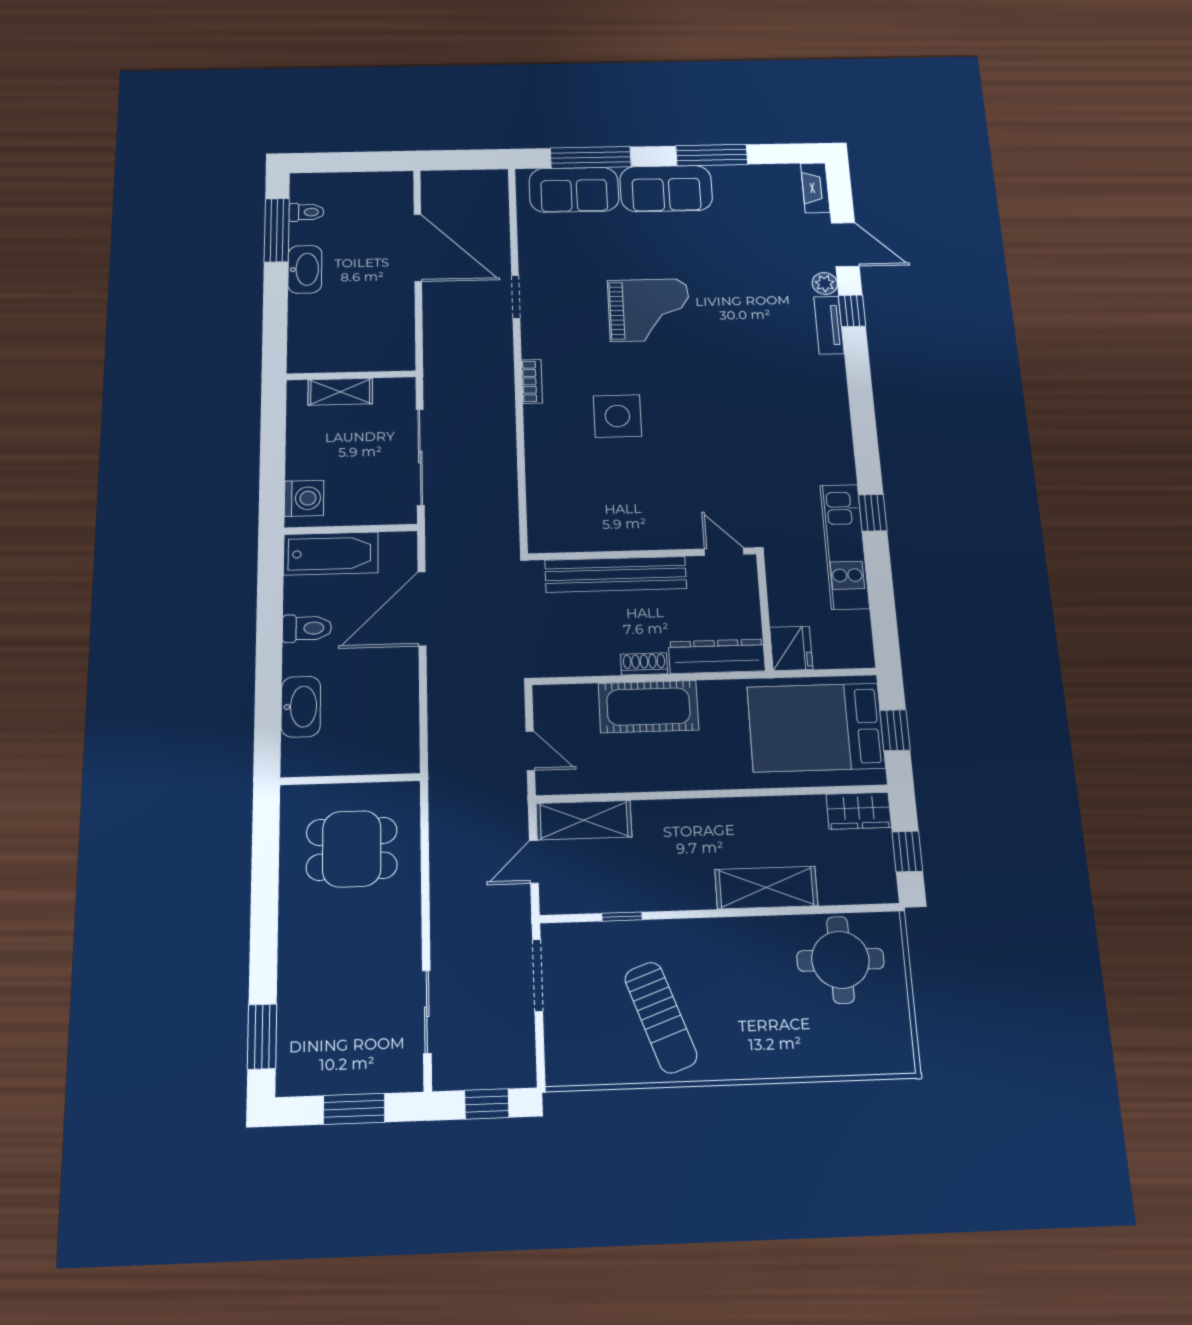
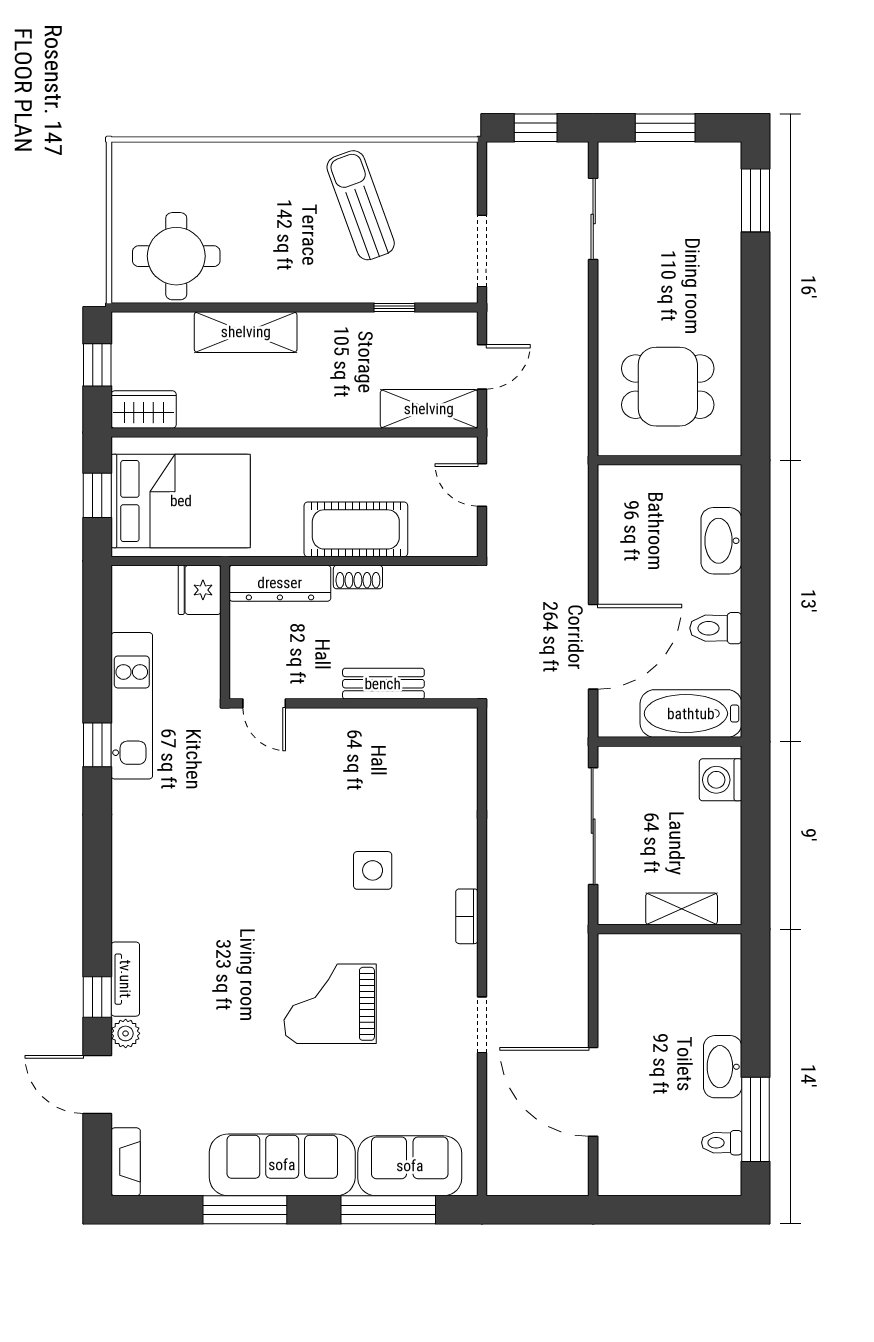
sofa: (666, 189) -> (282, 1165), width x1.36
side table: (617, 416) -> (373, 870), width x0.73, depth x0.73
bench: (616, 574) -> (383, 684), width x0.54, depth x0.82

